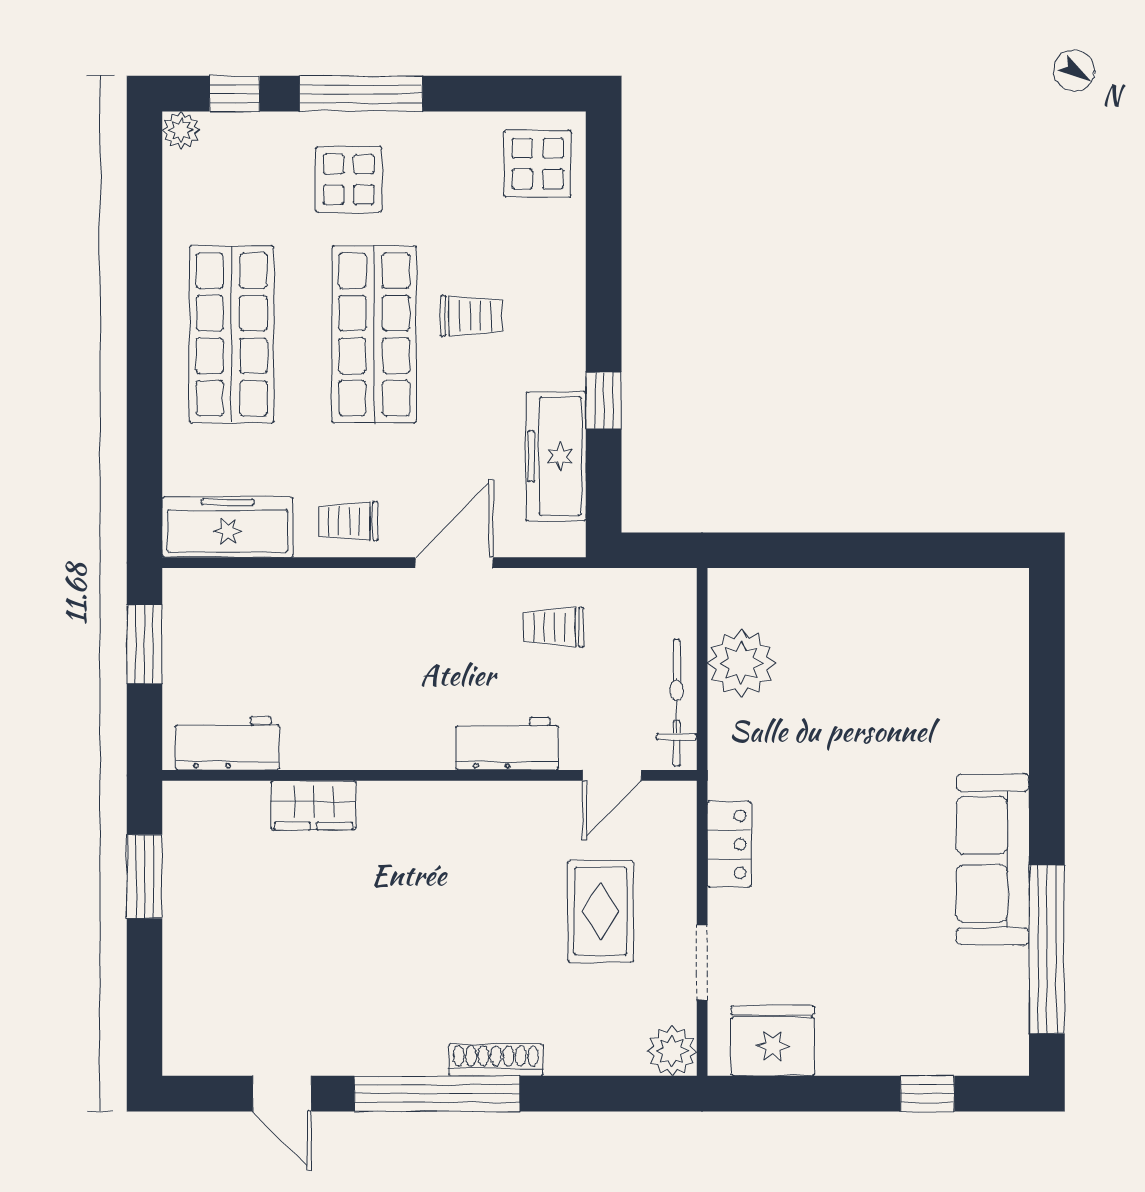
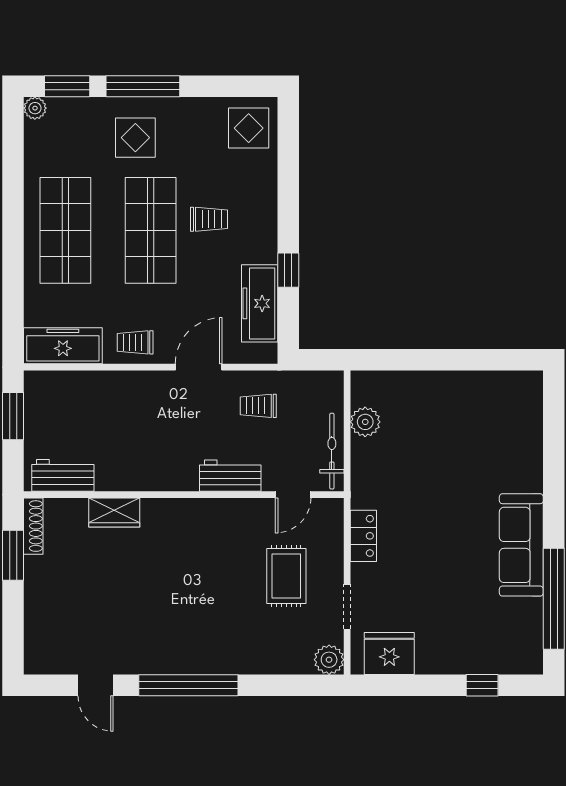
window: (235, 94) -> (67, 86), width x1.50
plant: (741, 663) -> (365, 422), width x0.73, depth x0.73
shoe rack: (496, 1060) -> (33, 526), moved, turned 90

